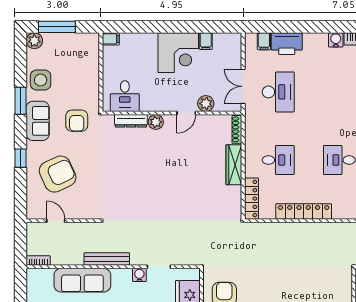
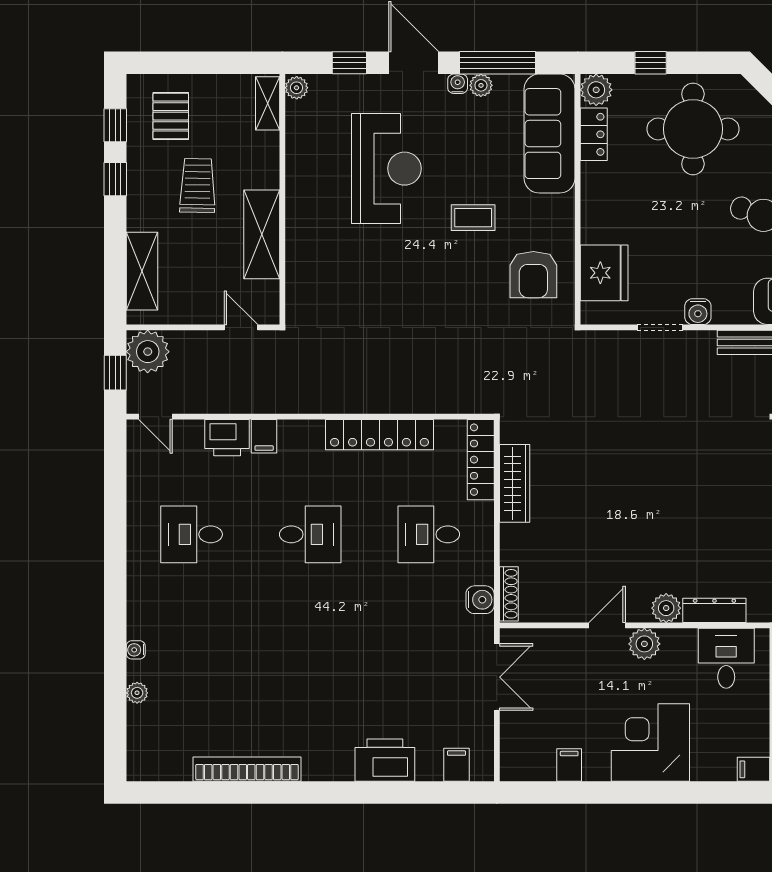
water cooler: (336, 40) -> (480, 600), moved, turned -90
printer: (287, 44) -> (385, 760), moved
corner desk: (178, 53) -> (650, 742), moved
desk: (278, 92) -> (429, 666), removed
plant: (206, 104) -> (644, 644), moved
wardrobe: (234, 165) -> (515, 483), moved

